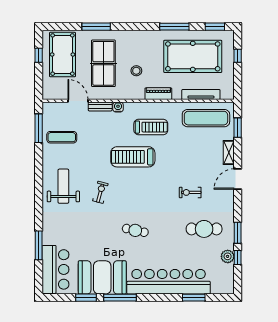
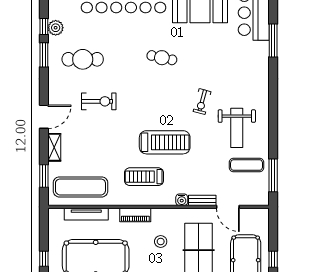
weight bench: (63, 186) -> (237, 128), moved
exercise bike: (190, 192) -> (99, 101), width x1.38, depth x1.39

